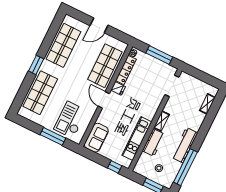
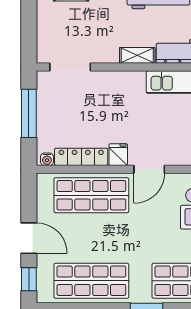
window: (79, 16) -> (29, 279), added

